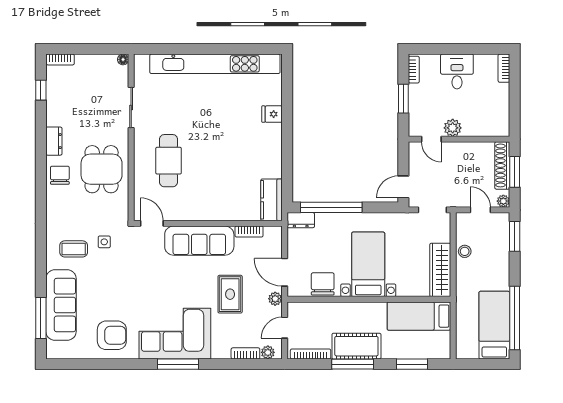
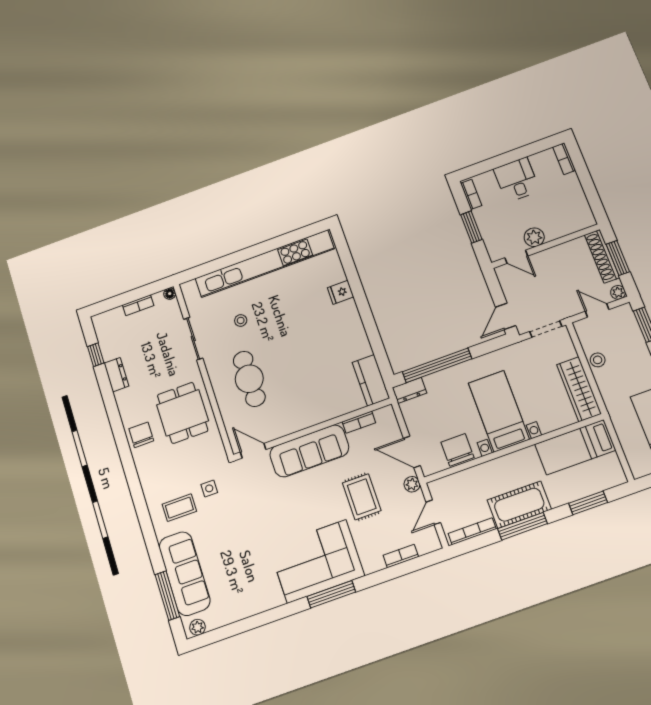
bookcase: (60, 60) -> (138, 305), moved
stool: (178, 107) -> (241, 320), added
dresser: (54, 141) -> (116, 375), moved
armchair: (112, 335) -> (249, 588), removed
plant: (268, 352) -> (197, 627), moved

